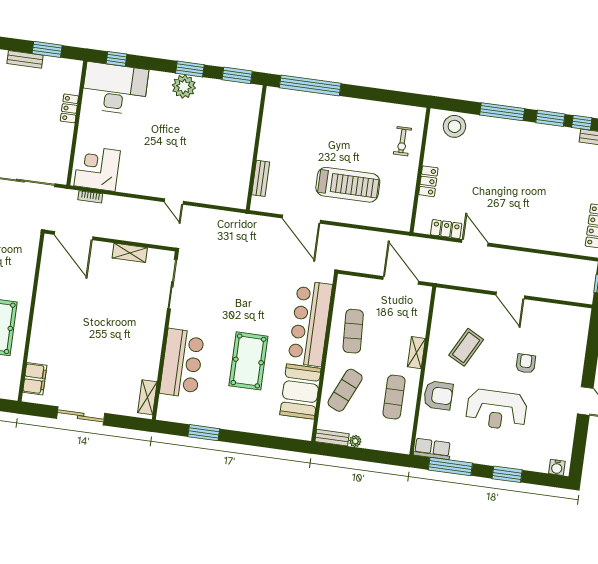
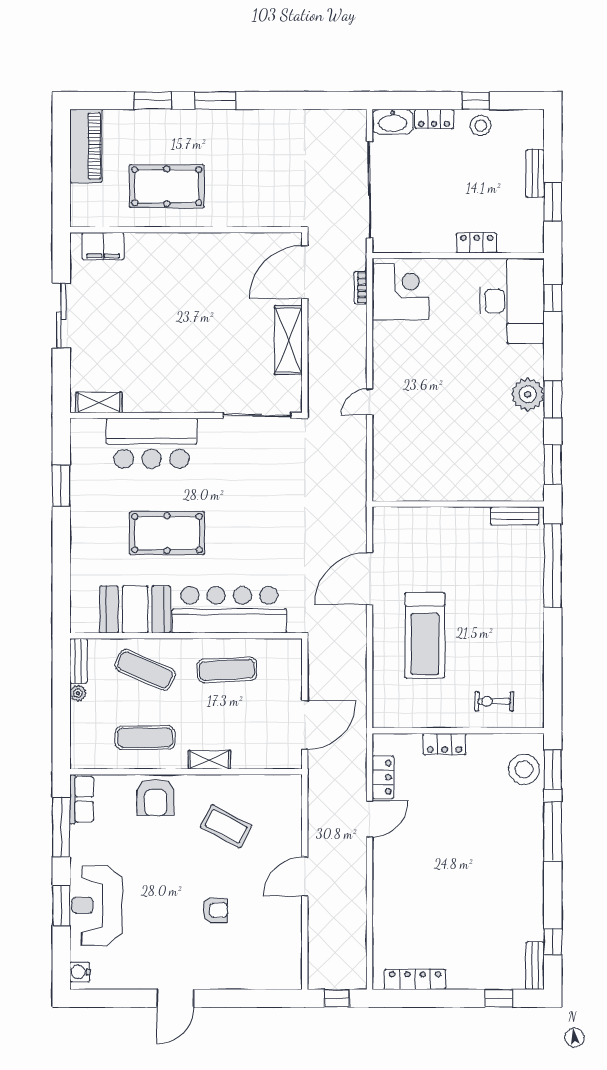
window: (550, 118) -> (553, 770), moved
bench: (261, 178) -> (515, 516), moved
shelving: (130, 253) -> (288, 340), width x1.50, depth x1.33
reception desk: (497, 410) -> (97, 905), moved

